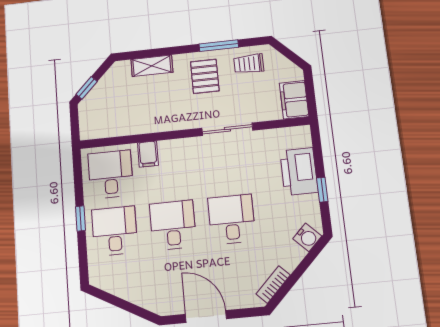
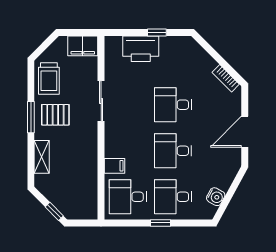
window: (219, 46) -> (31, 117), moved
trolley: (249, 64) -> (49, 79), width x1.36, depth x1.39
water cooler: (307, 237) -> (216, 197), moved, turned 73

